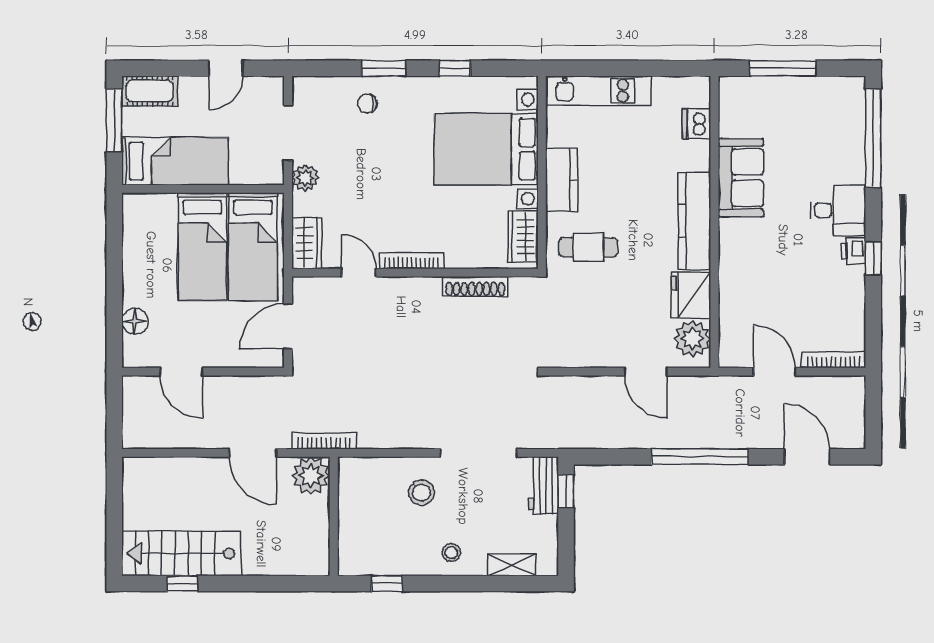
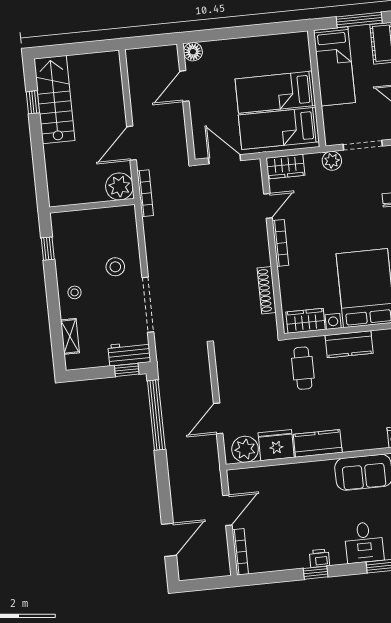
desk: (838, 210) -> (364, 542), moved
kitchen counter: (694, 221) -> (318, 443), width x0.67
floor lamp: (135, 321) -> (193, 52), moved
window: (700, 457) -> (156, 415), moved

